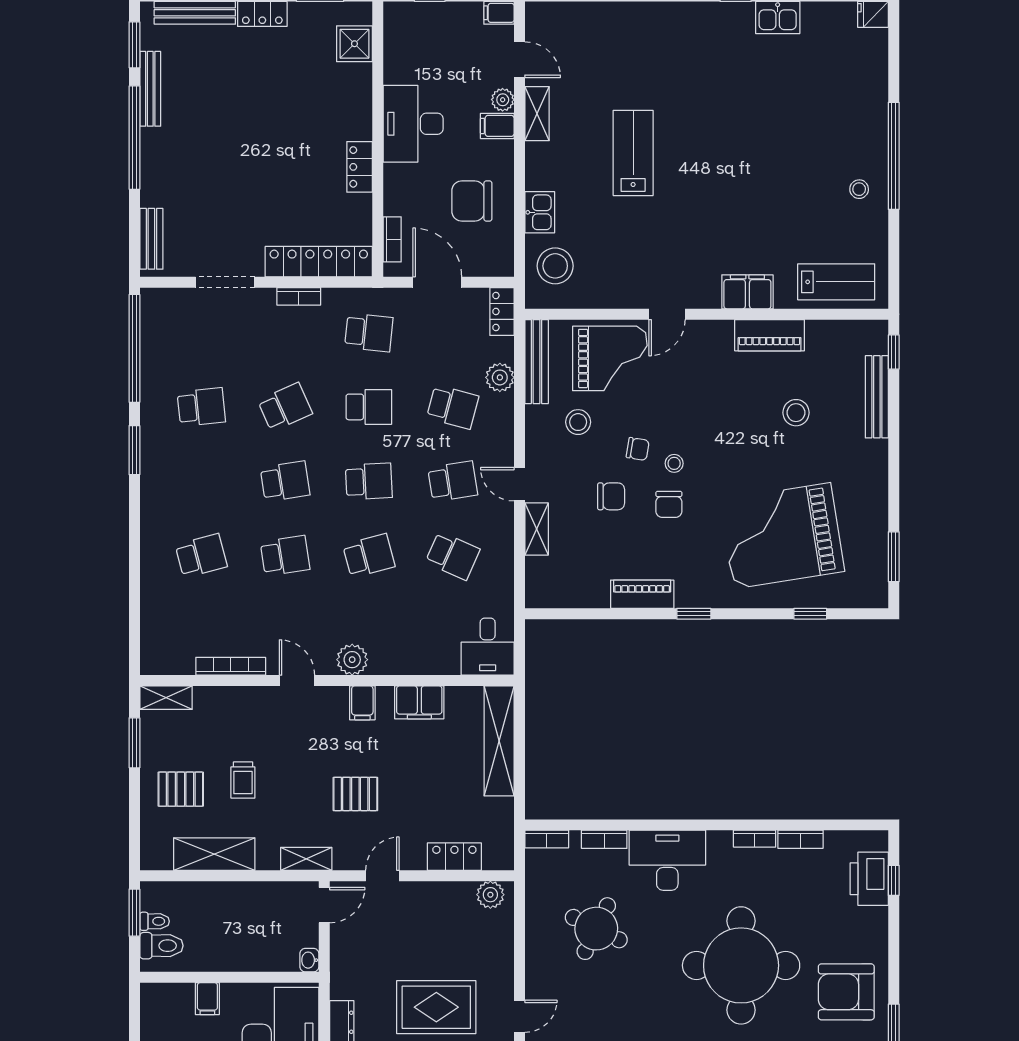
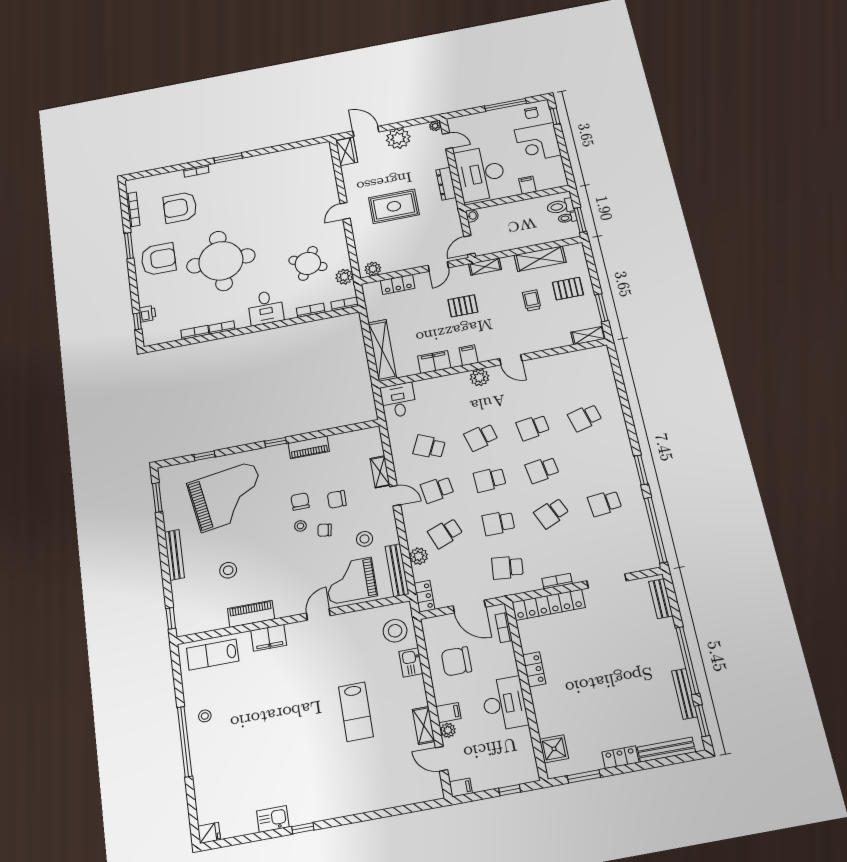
chair: (472, 201) -> (456, 661), turned 180
bench: (877, 397) -> (174, 555), moved
school desk: (453, 407) -> (445, 533), turned -36
bookcase: (231, 666) -> (553, 360), removed
desk: (667, 860) -> (266, 308), width x0.73
printer: (869, 879) -> (147, 314), width x0.53, depth x0.68
plant: (540, 890) -> (344, 277), added

